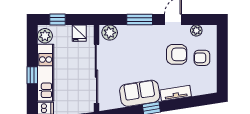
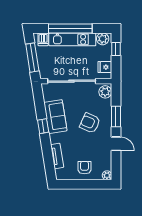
plant: (196, 30) -> (107, 175), moved
armchair: (177, 54) -> (90, 123), moved, turned 114
window: (32, 75) -> (70, 28), width x3.17
tv unit: (176, 93) -> (57, 156), moved

